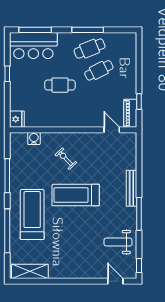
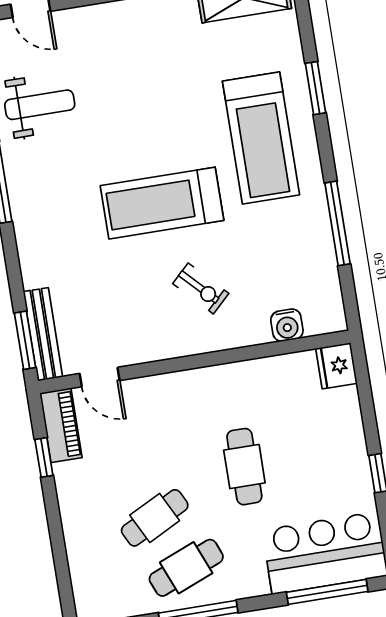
cafe table: (60, 85) -> (244, 467), turned 90
window: (139, 149) -> (25, 340), added
bench: (131, 188) -> (43, 334), moved
treadmill: (76, 195) -> (162, 203), turned 180
window: (7, 231) -> (316, 88), width x0.47

